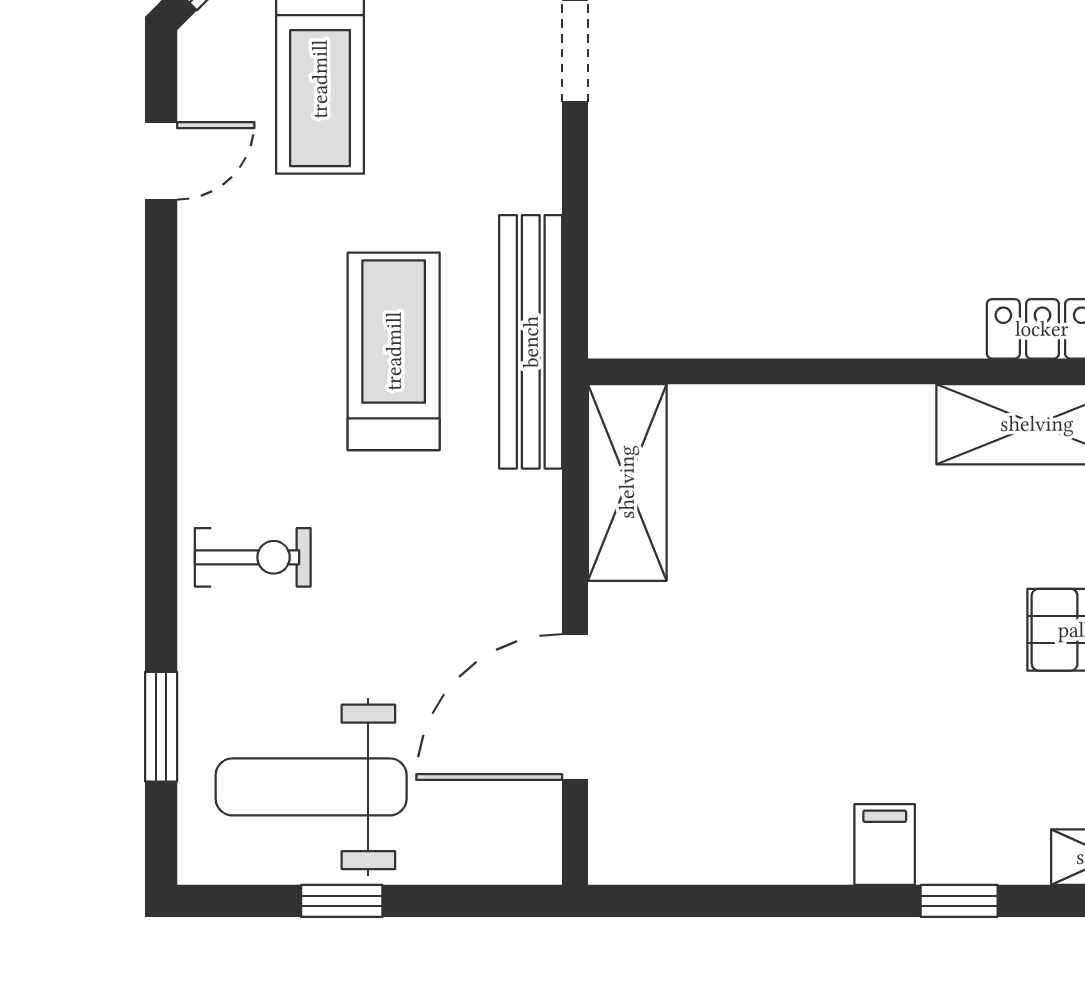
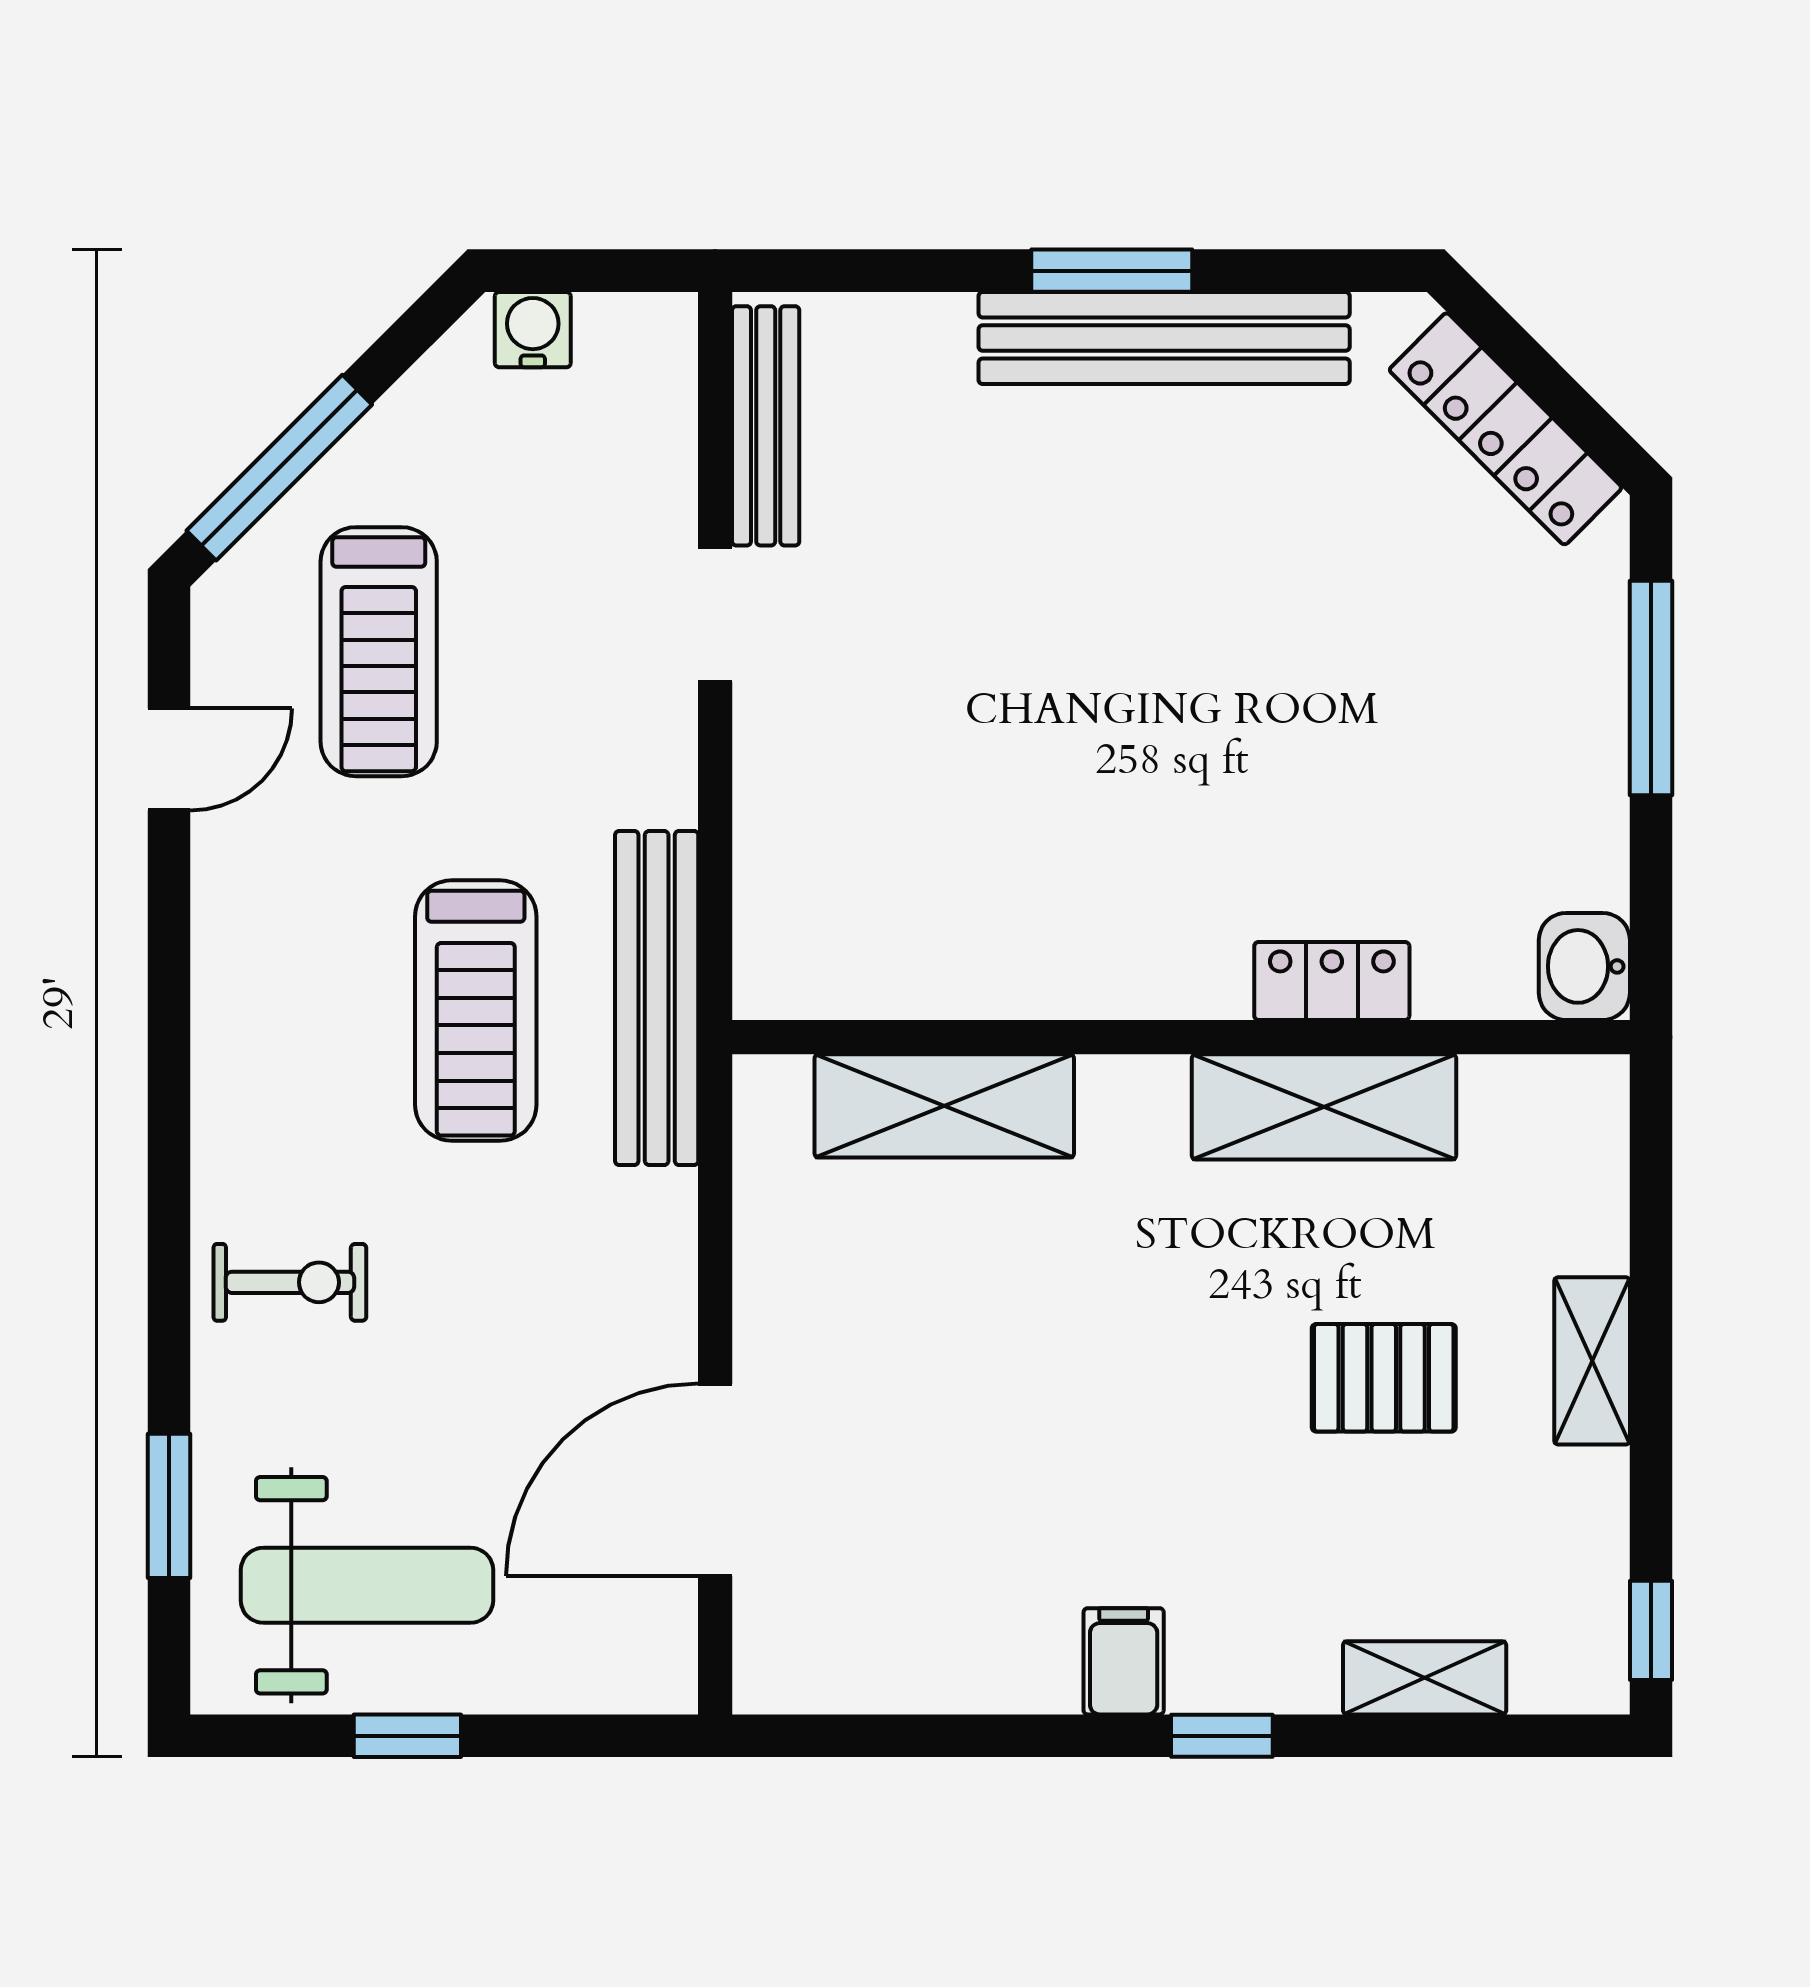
treadmill: (394, 351) -> (476, 1011), turned 180
shelving: (627, 482) -> (944, 1106), moved, turned 90
weight bench: (311, 787) -> (367, 1585), turned 180

